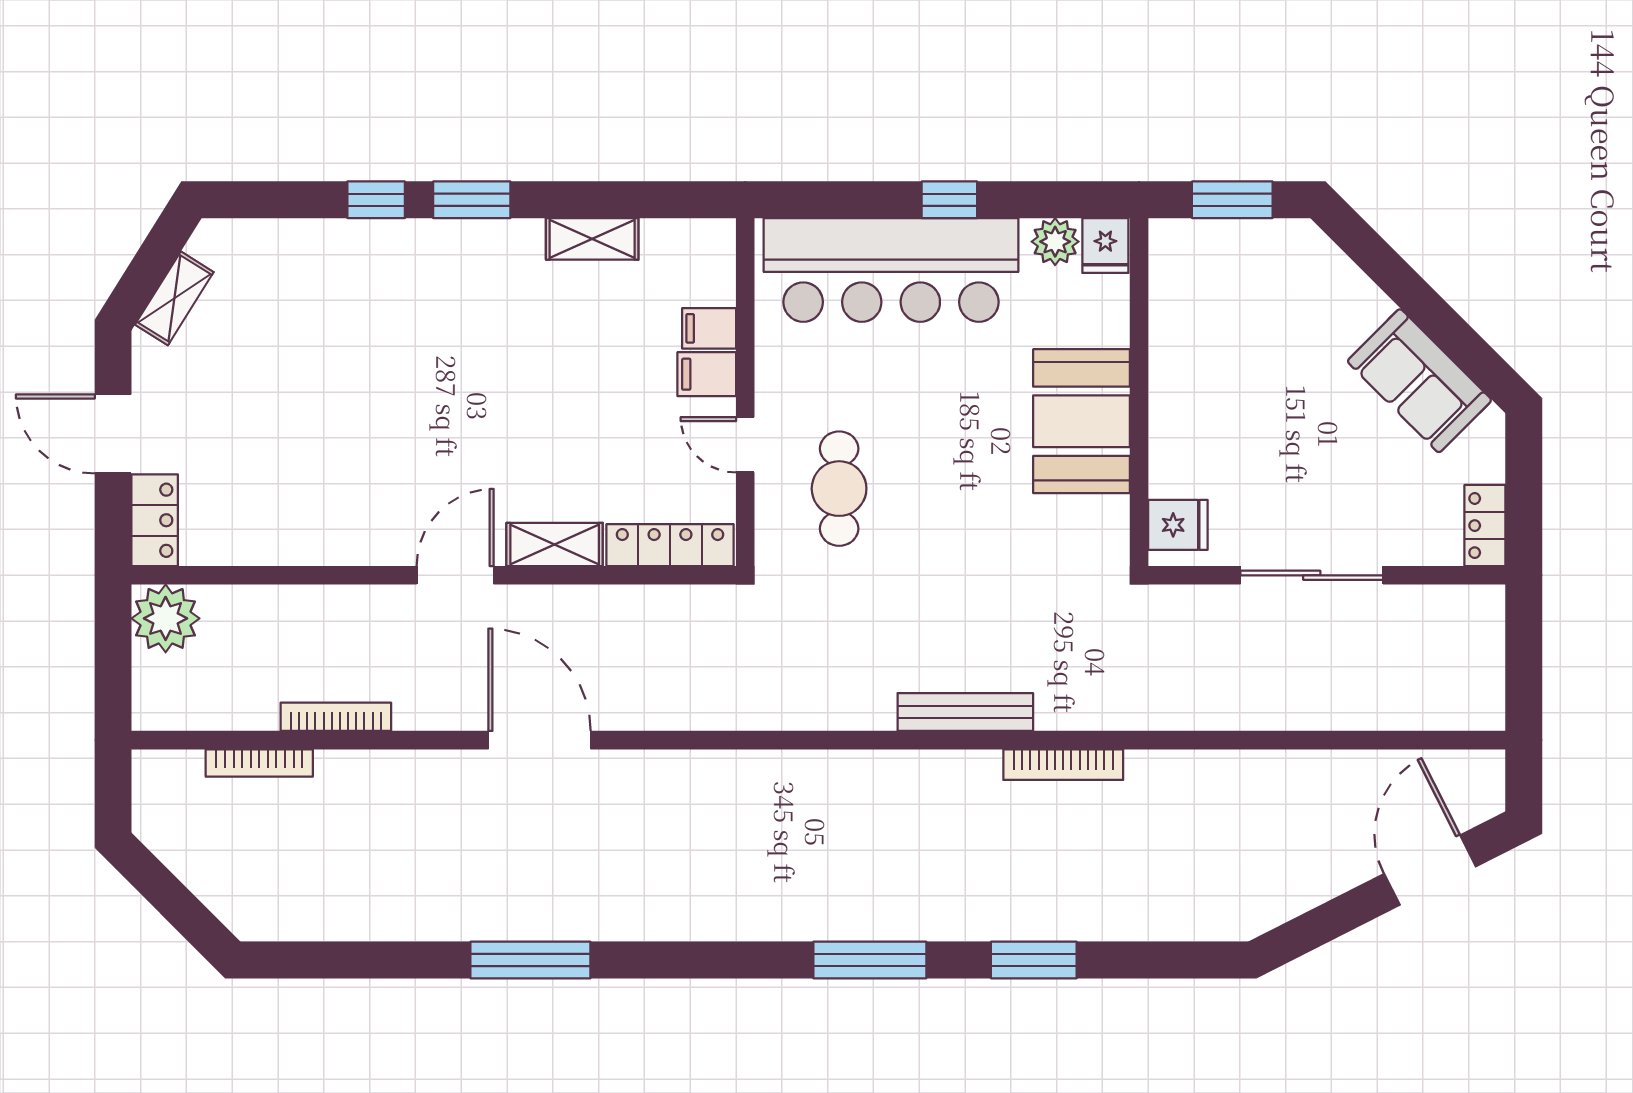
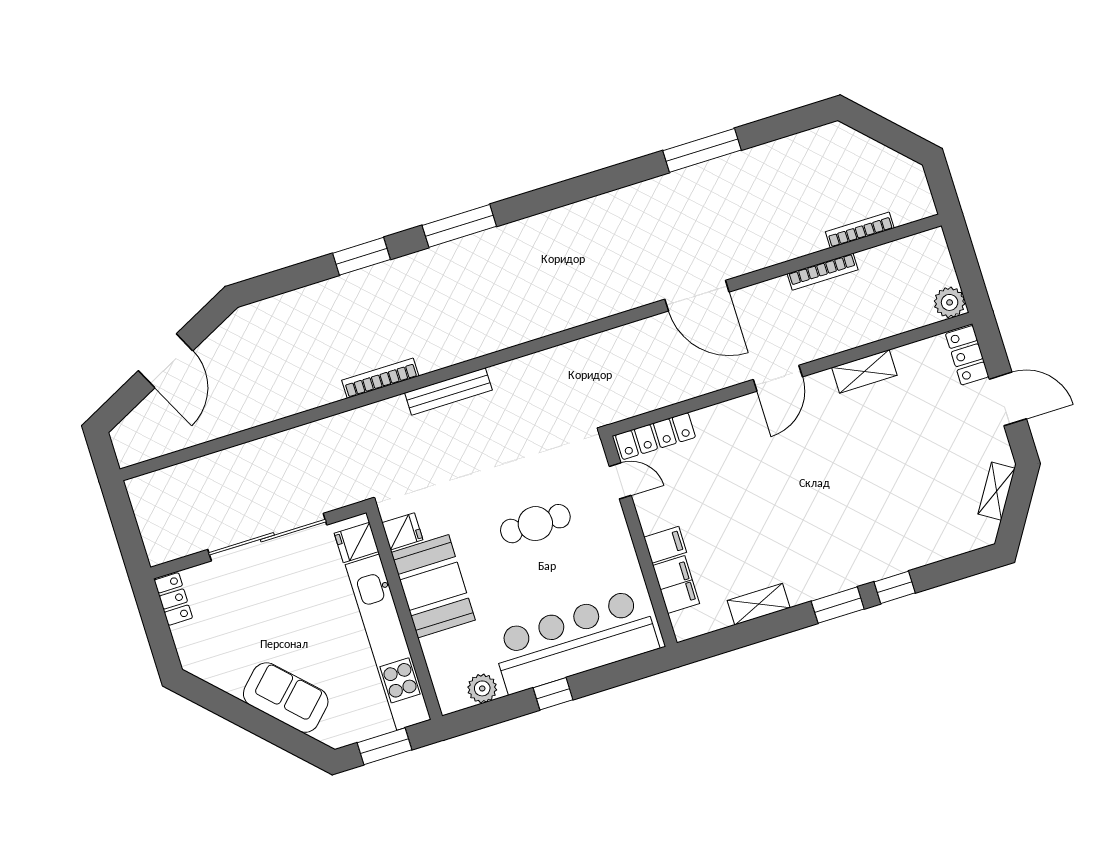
fridge: (1105, 246) -> (402, 531), moved, turned 90
filing cabinet: (709, 328) -> (676, 585), width x2.00
kitchen unit: (1177, 357) -> (388, 642), added
sofa: (1419, 381) -> (286, 698), moved
door: (745, 445) -> (620, 481), moved
cafe table: (839, 489) -> (535, 524), moved, turned 90
shelving: (555, 544) -> (864, 371), moved
sliding door: (1312, 575) -> (267, 537), width x1.36
plant: (166, 618) -> (950, 302), width x0.73, depth x0.73
door: (1430, 870) -> (166, 361), moved
window: (530, 960) -> (702, 150), moved

